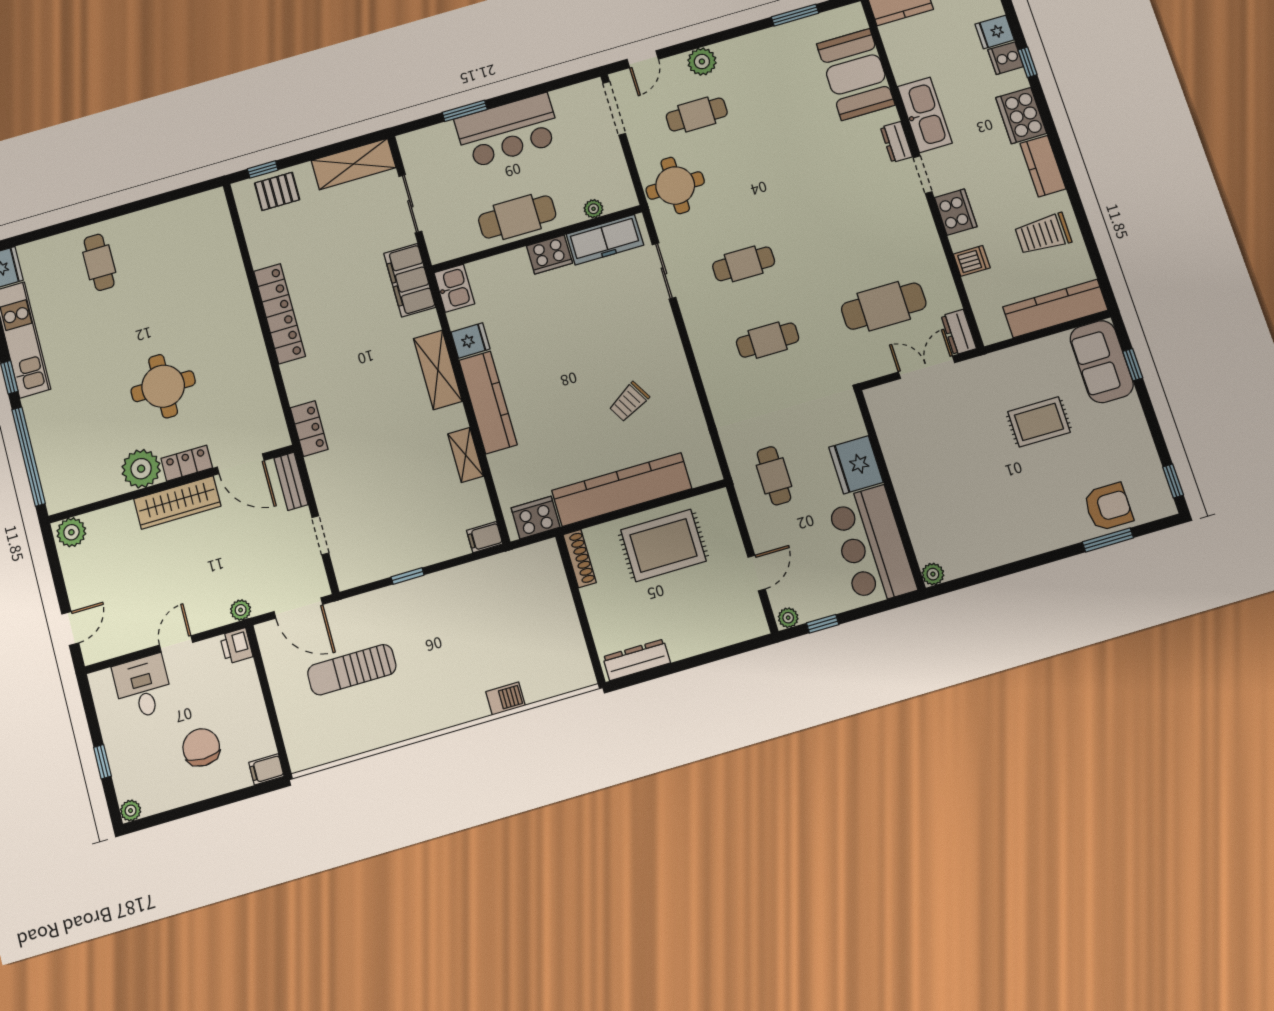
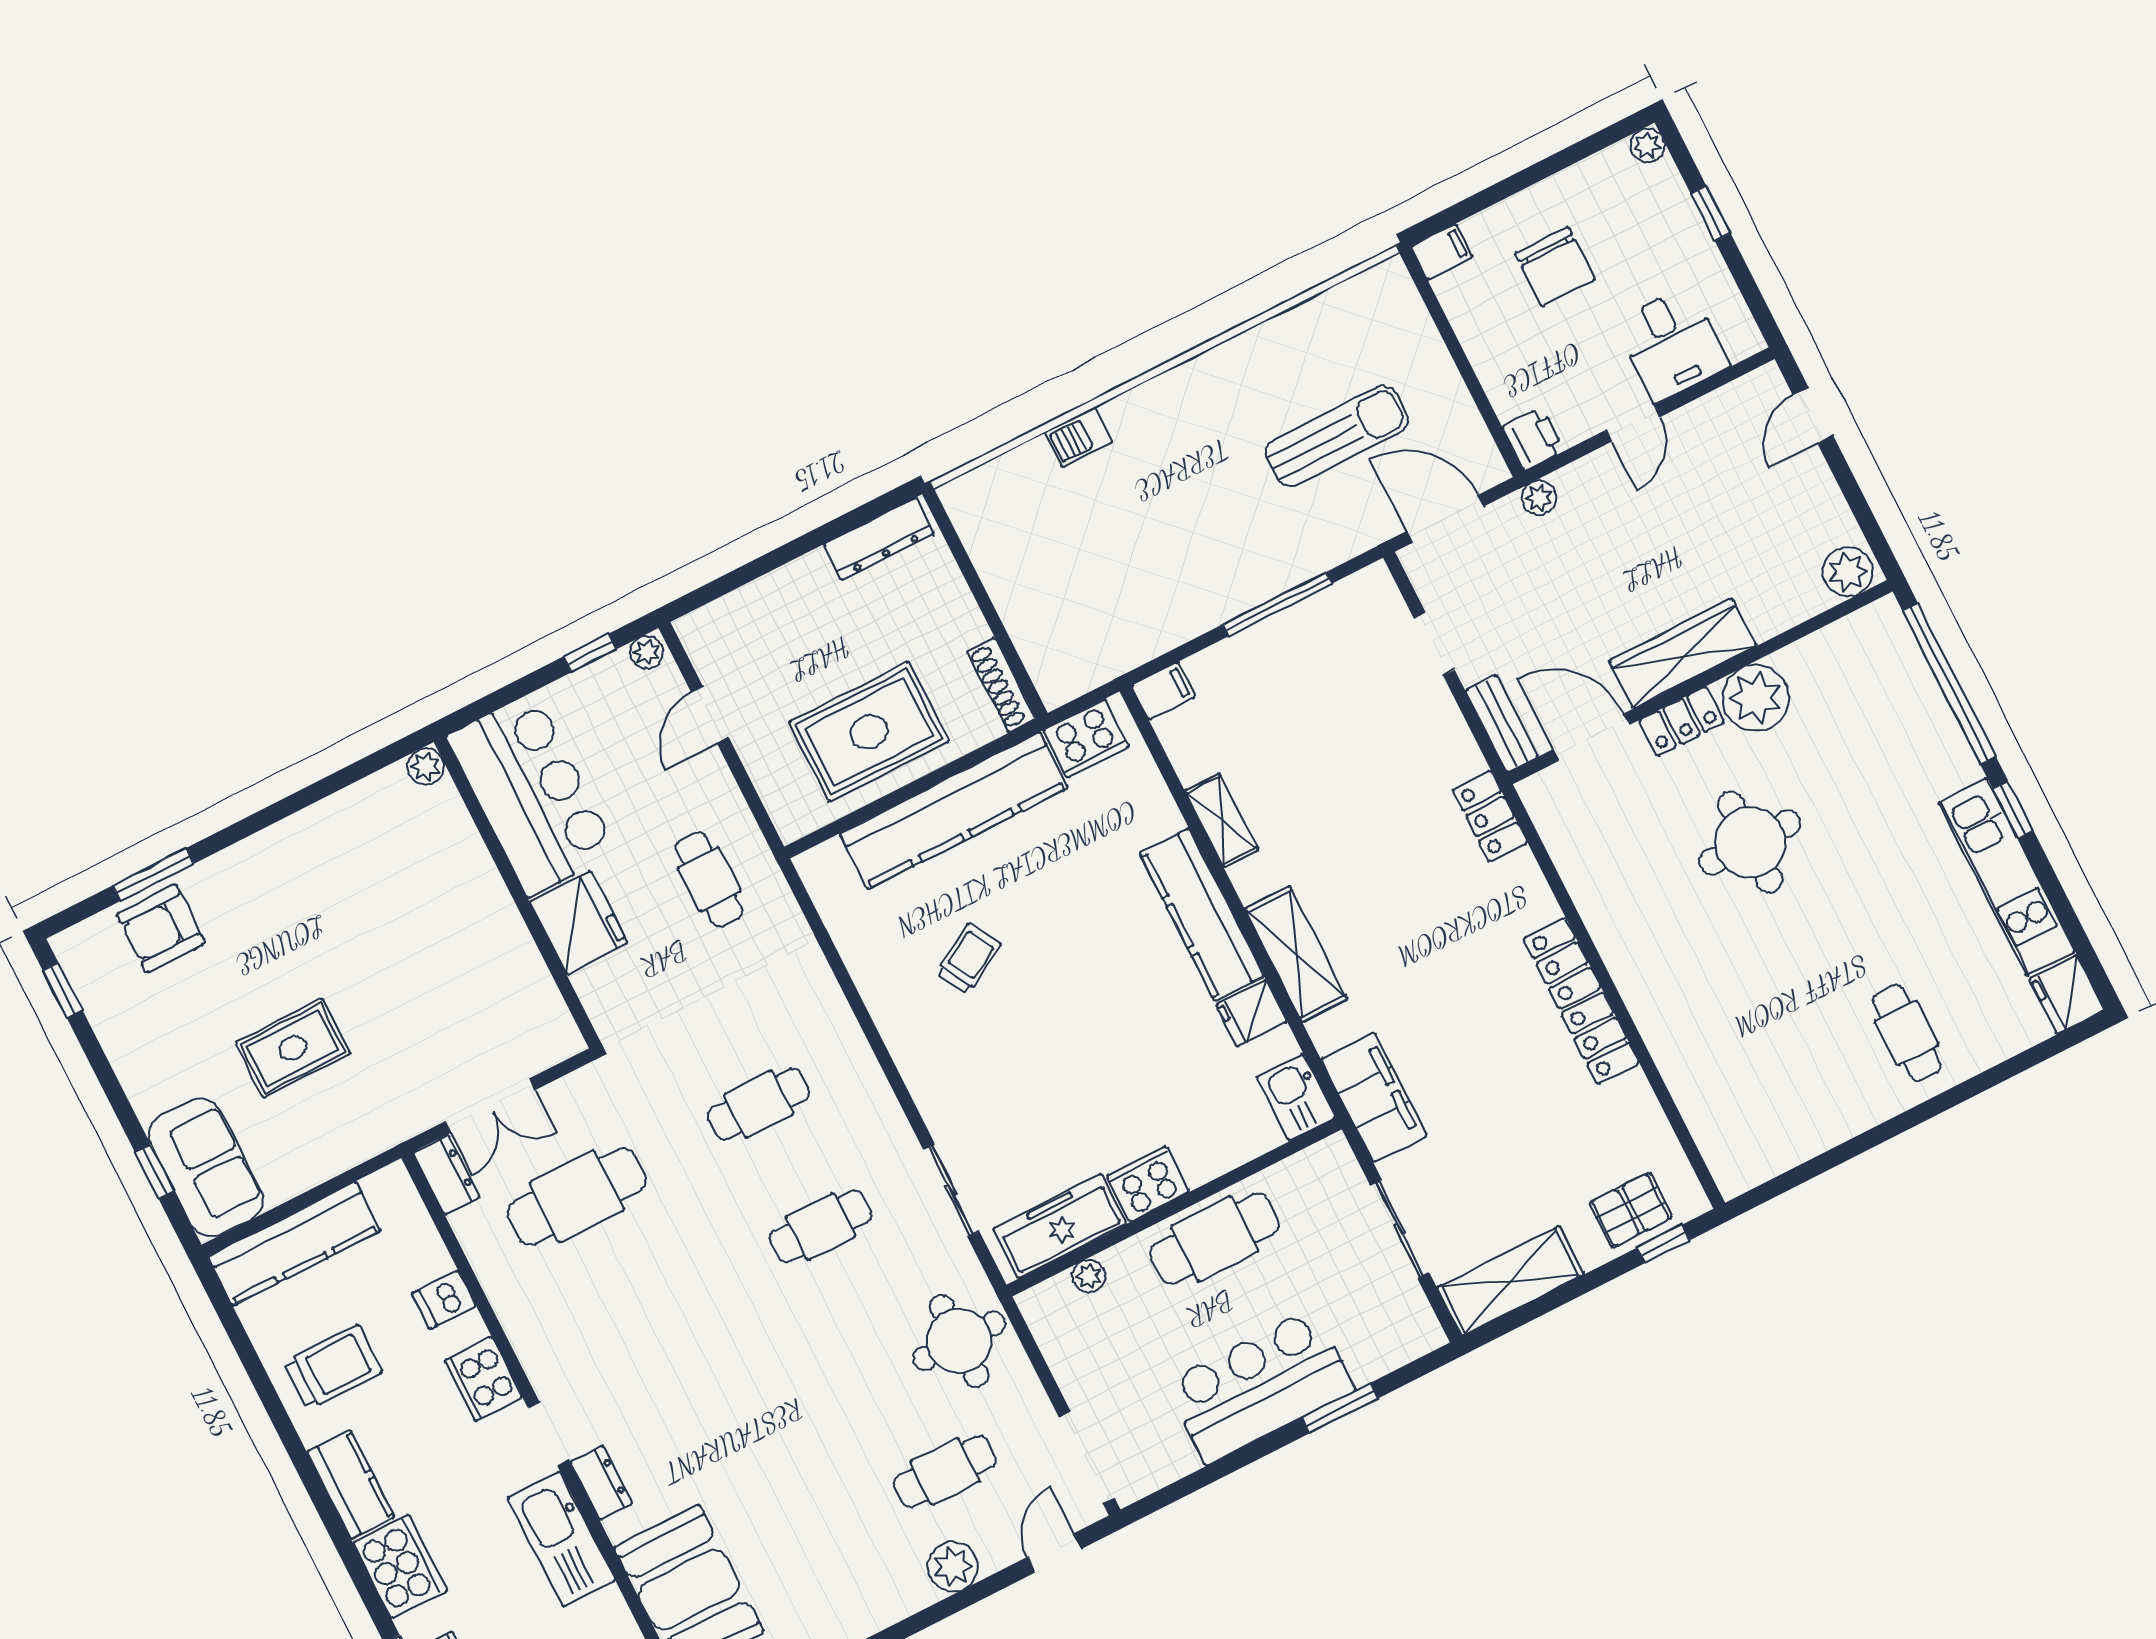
window: (408, 576) -> (1277, 604), width x2.17

